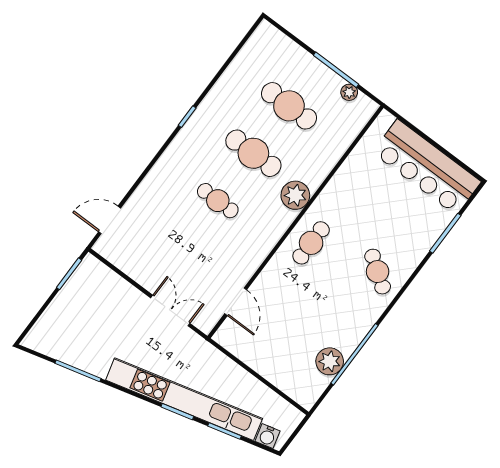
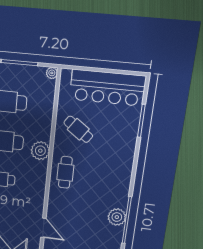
plant: (349, 92) -> (52, 73), moved
cafe table: (378, 272) -> (78, 129), moved
plant: (330, 361) -> (117, 217), moved

